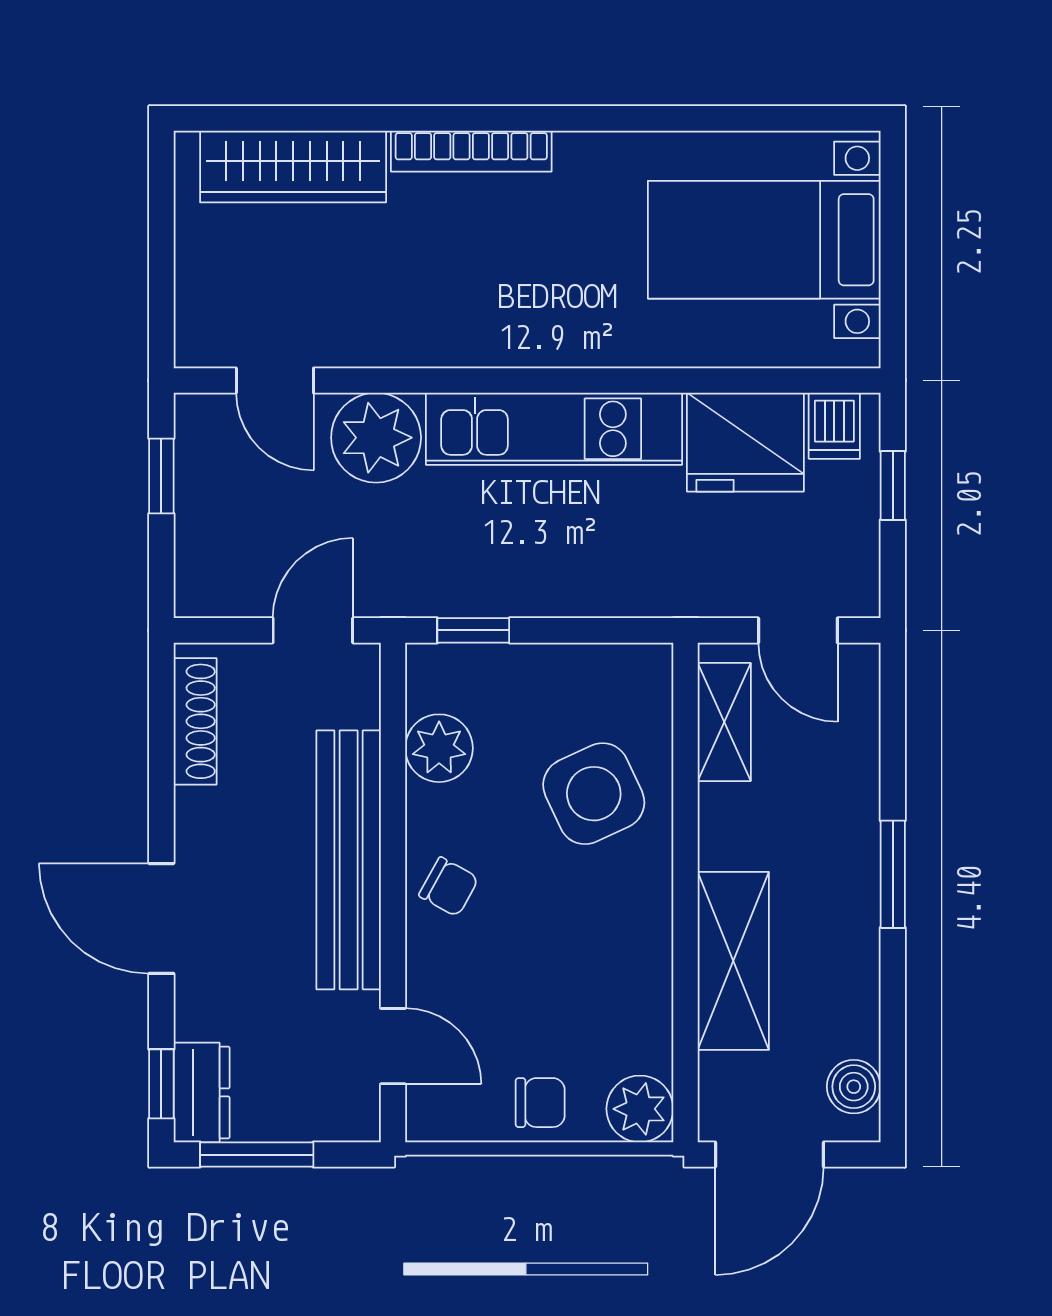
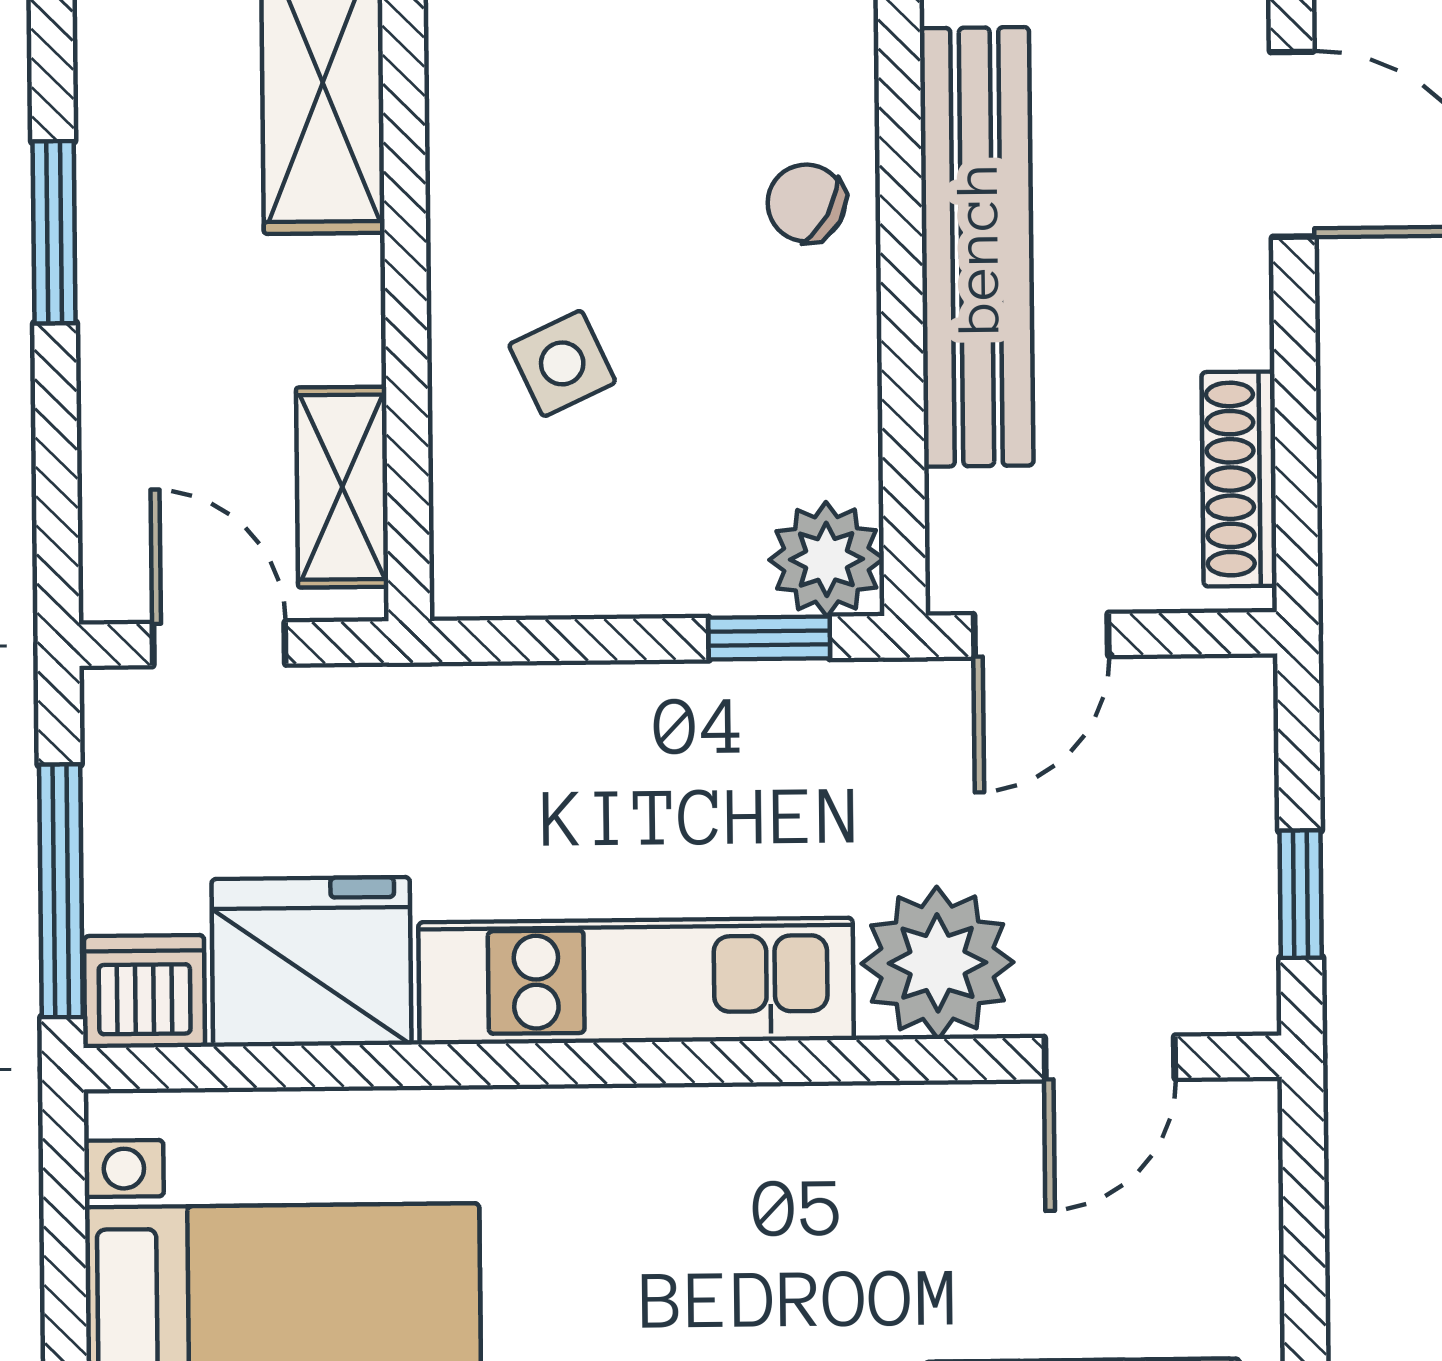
door: (275, 380) -> (1110, 1058), swing flipped
dishwasher: (834, 426) -> (145, 991), width x1.38
window: (893, 486) -> (61, 891), width x2.17
plant: (439, 748) -> (826, 559), moved
side table: (594, 794) -> (562, 363), width x0.54, depth x0.54

